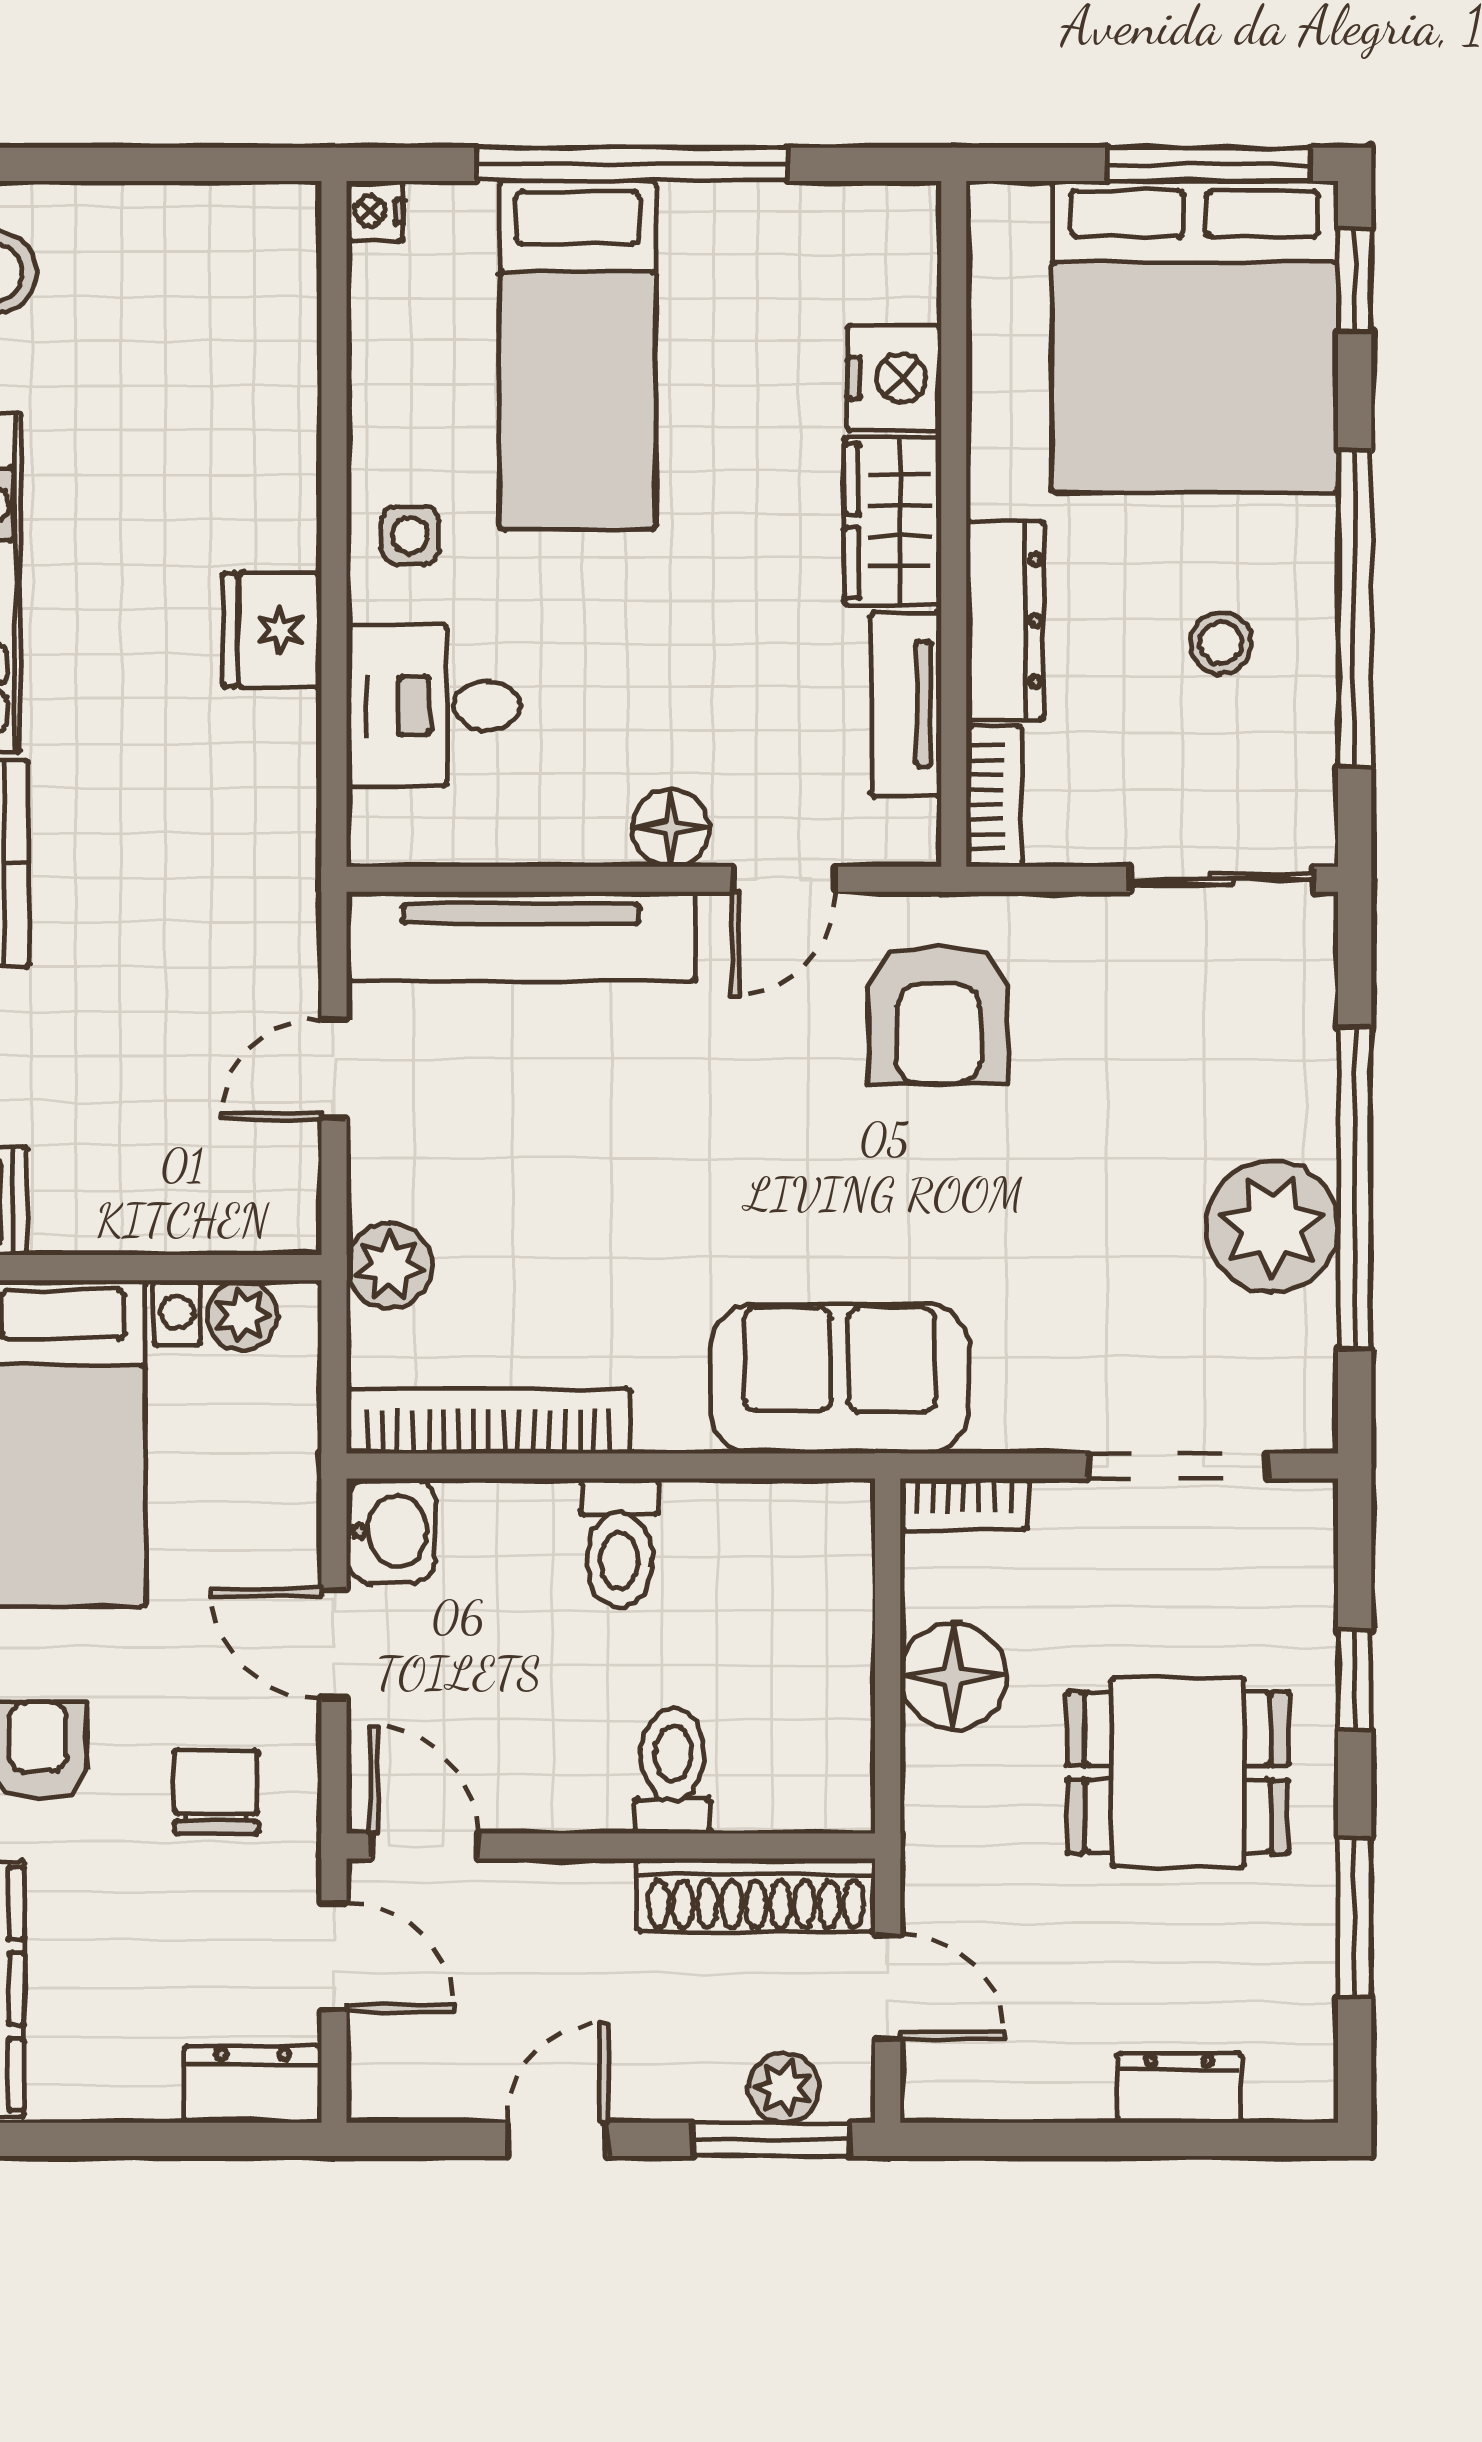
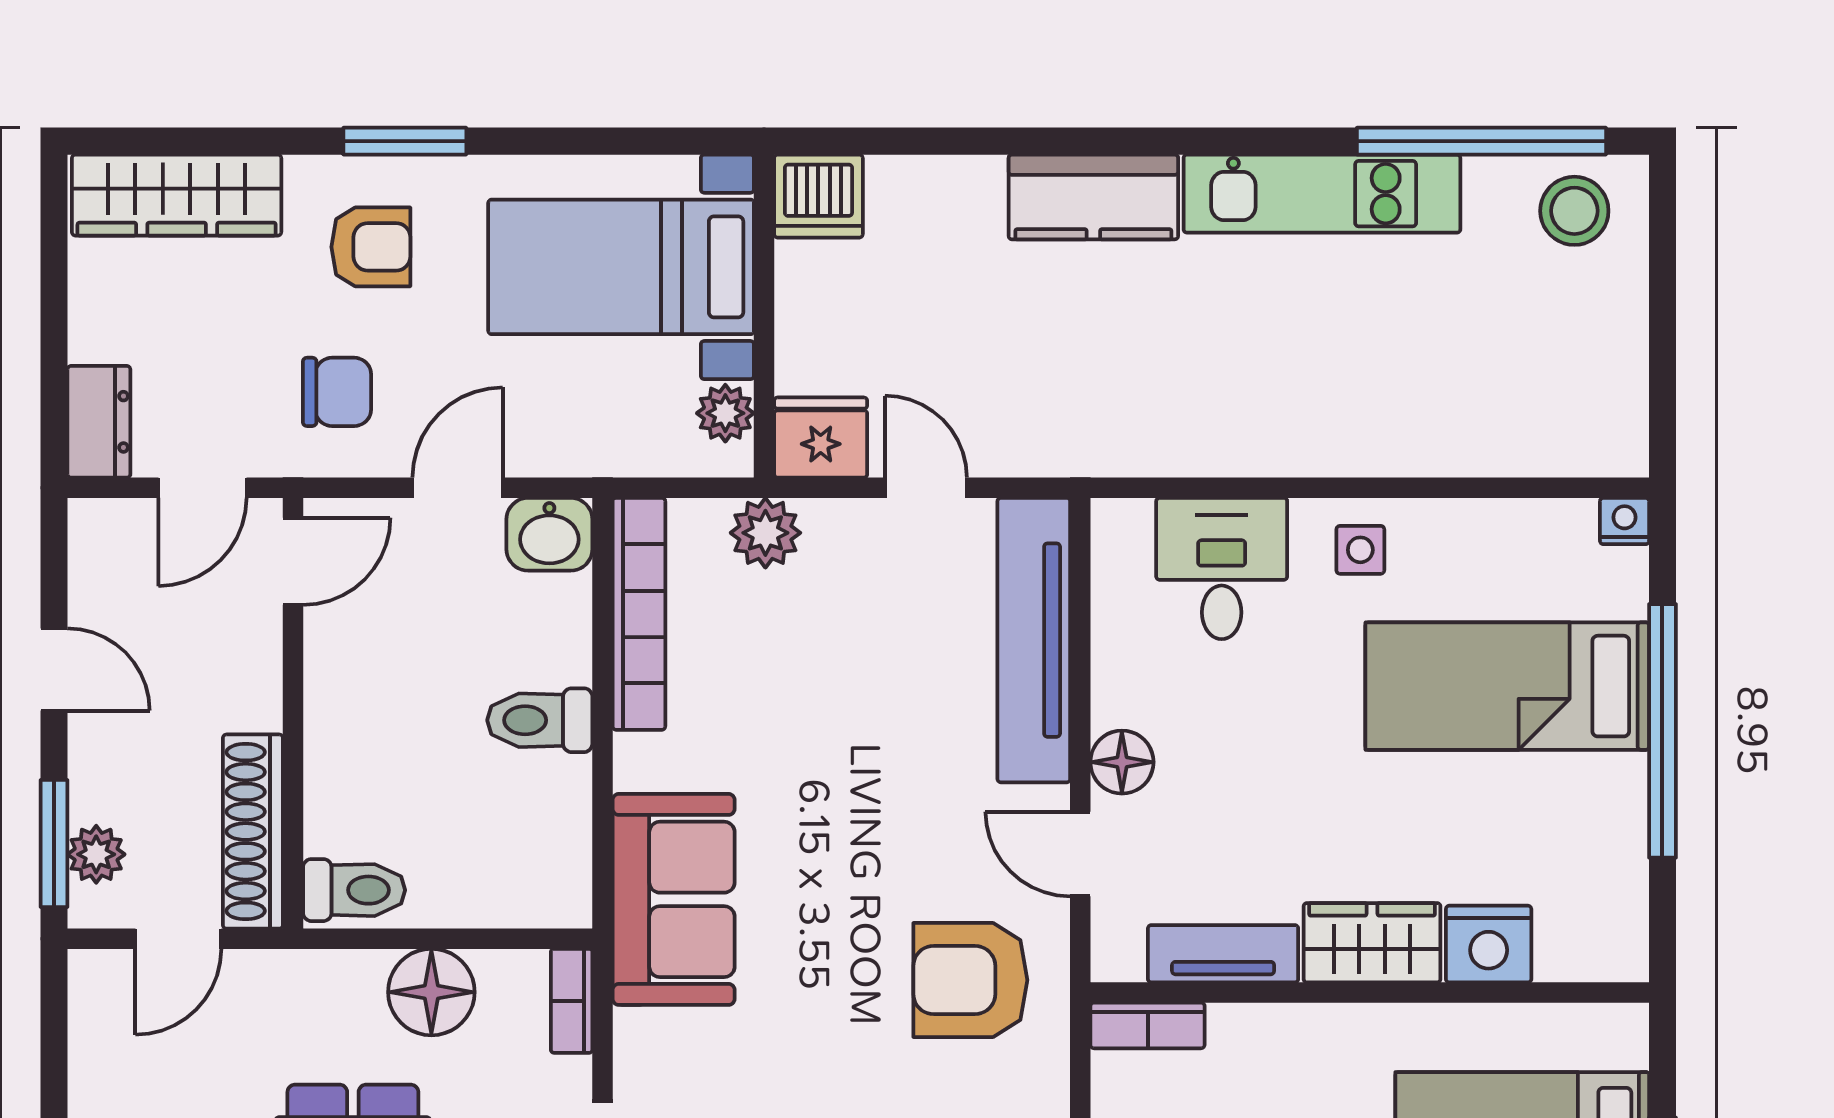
dresser: (1005, 621) -> (1291, 1034), removed
fridge: (272, 630) -> (821, 438), moved
toilet: (673, 1771) -> (354, 890), moved

